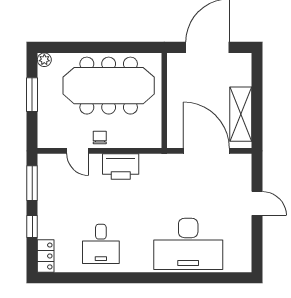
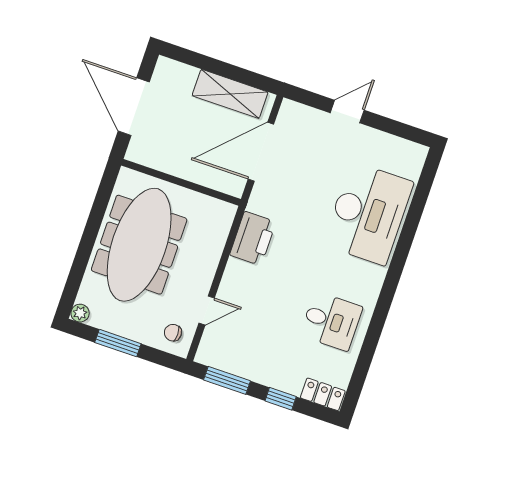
chair: (100, 137) -> (173, 333), moved
printer: (121, 167) -> (253, 238), moved

